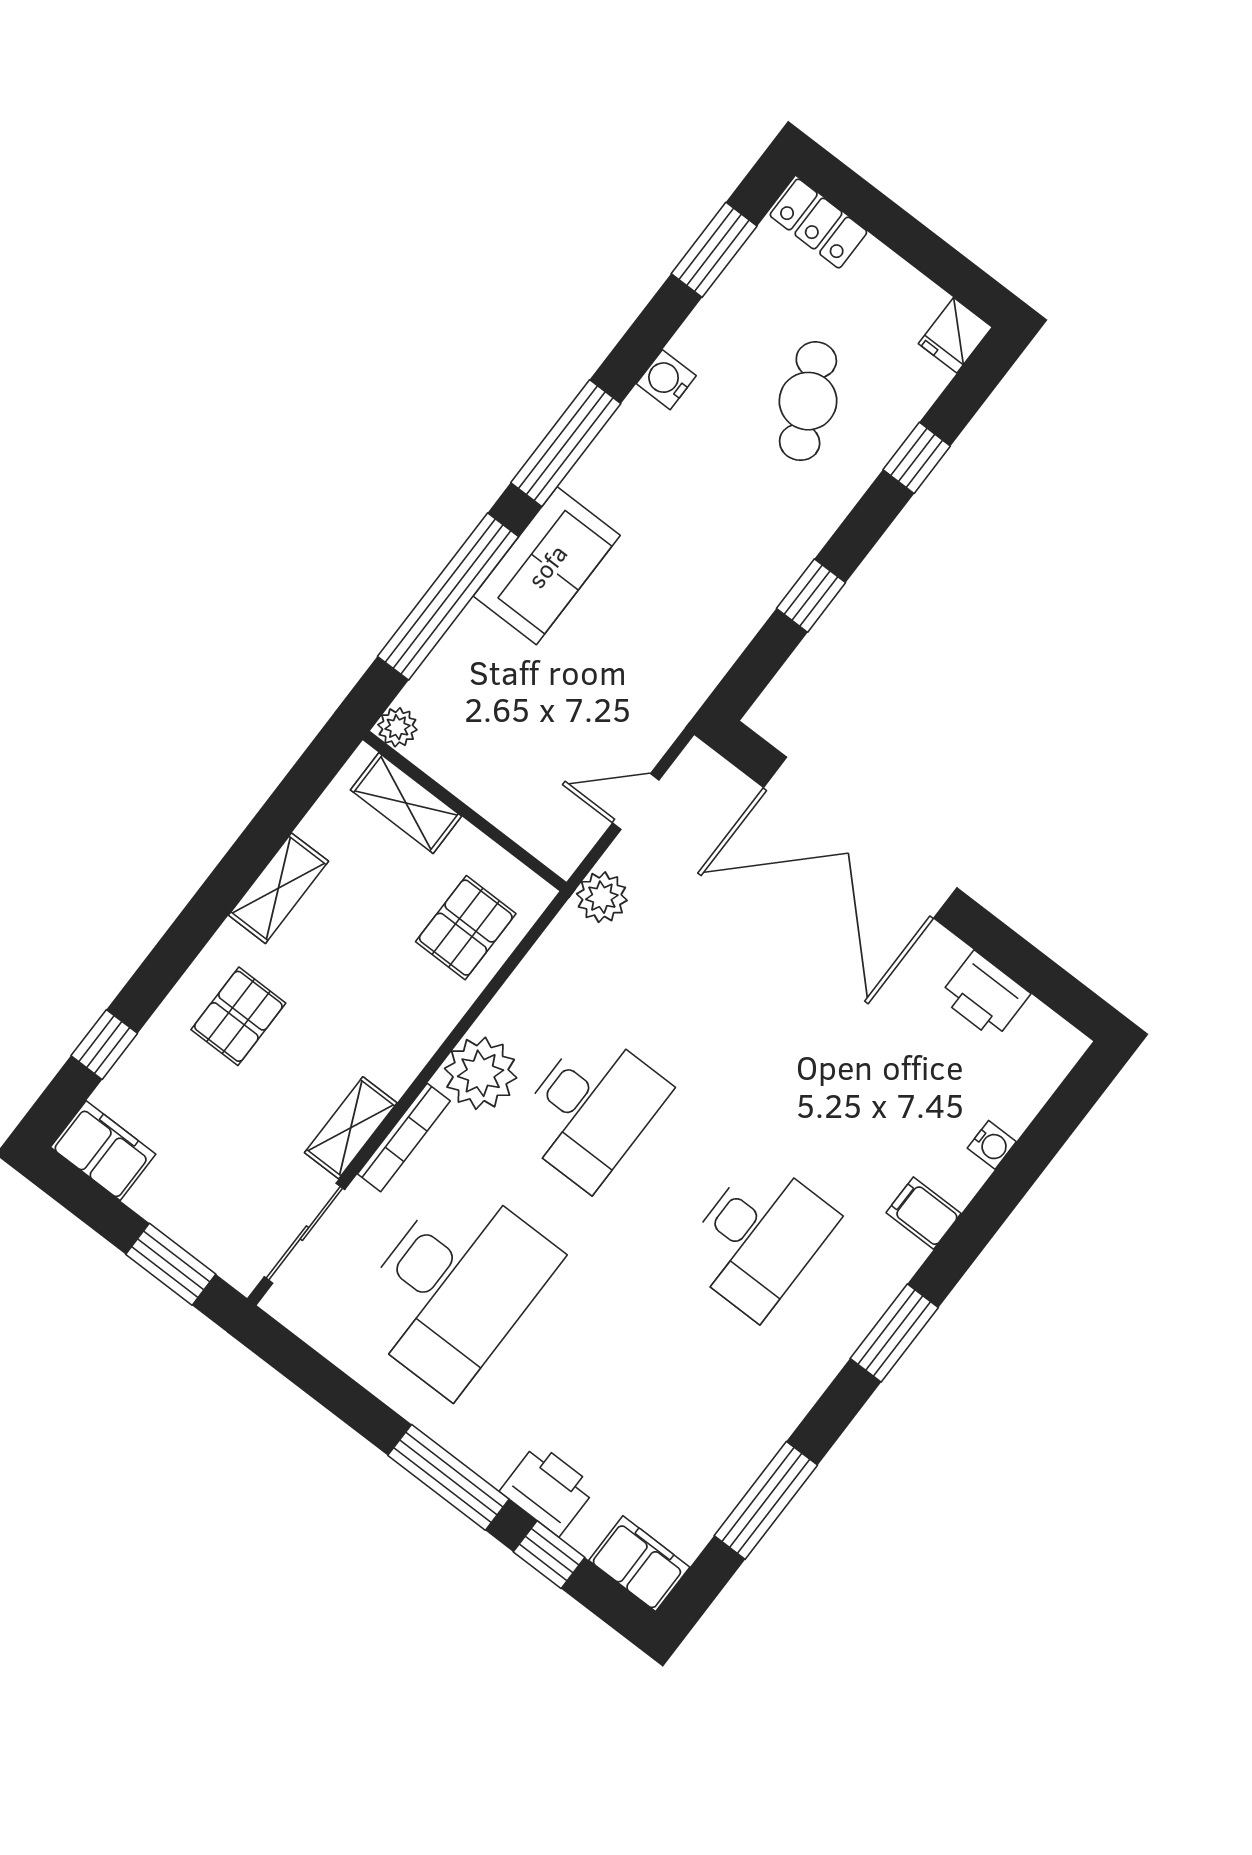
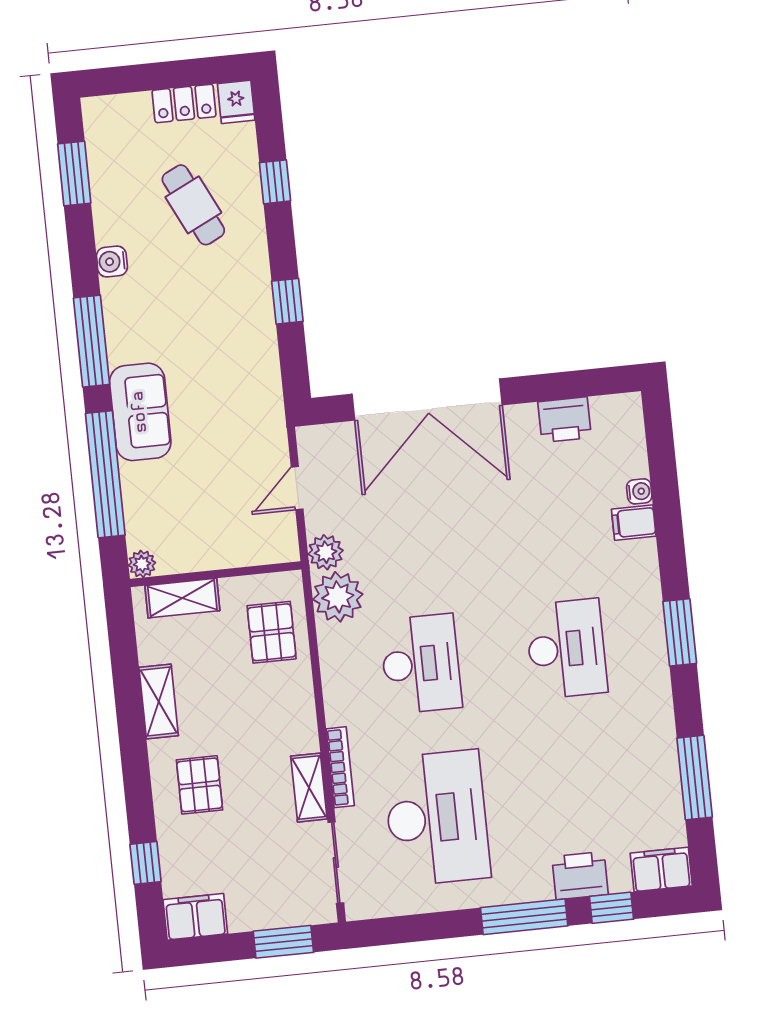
locker: (818, 223) -> (184, 103), moved
plant: (481, 1073) -> (338, 597), moved
filing cabinet: (924, 1213) -> (634, 523), moved

